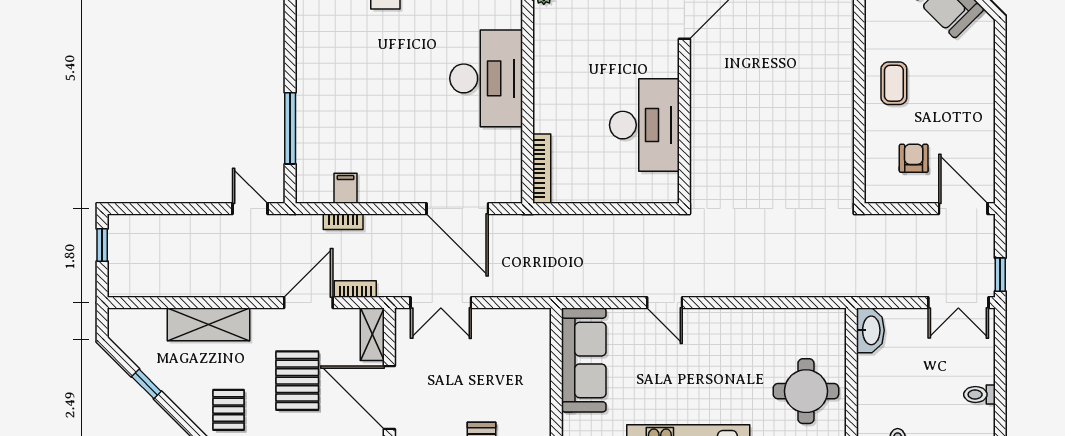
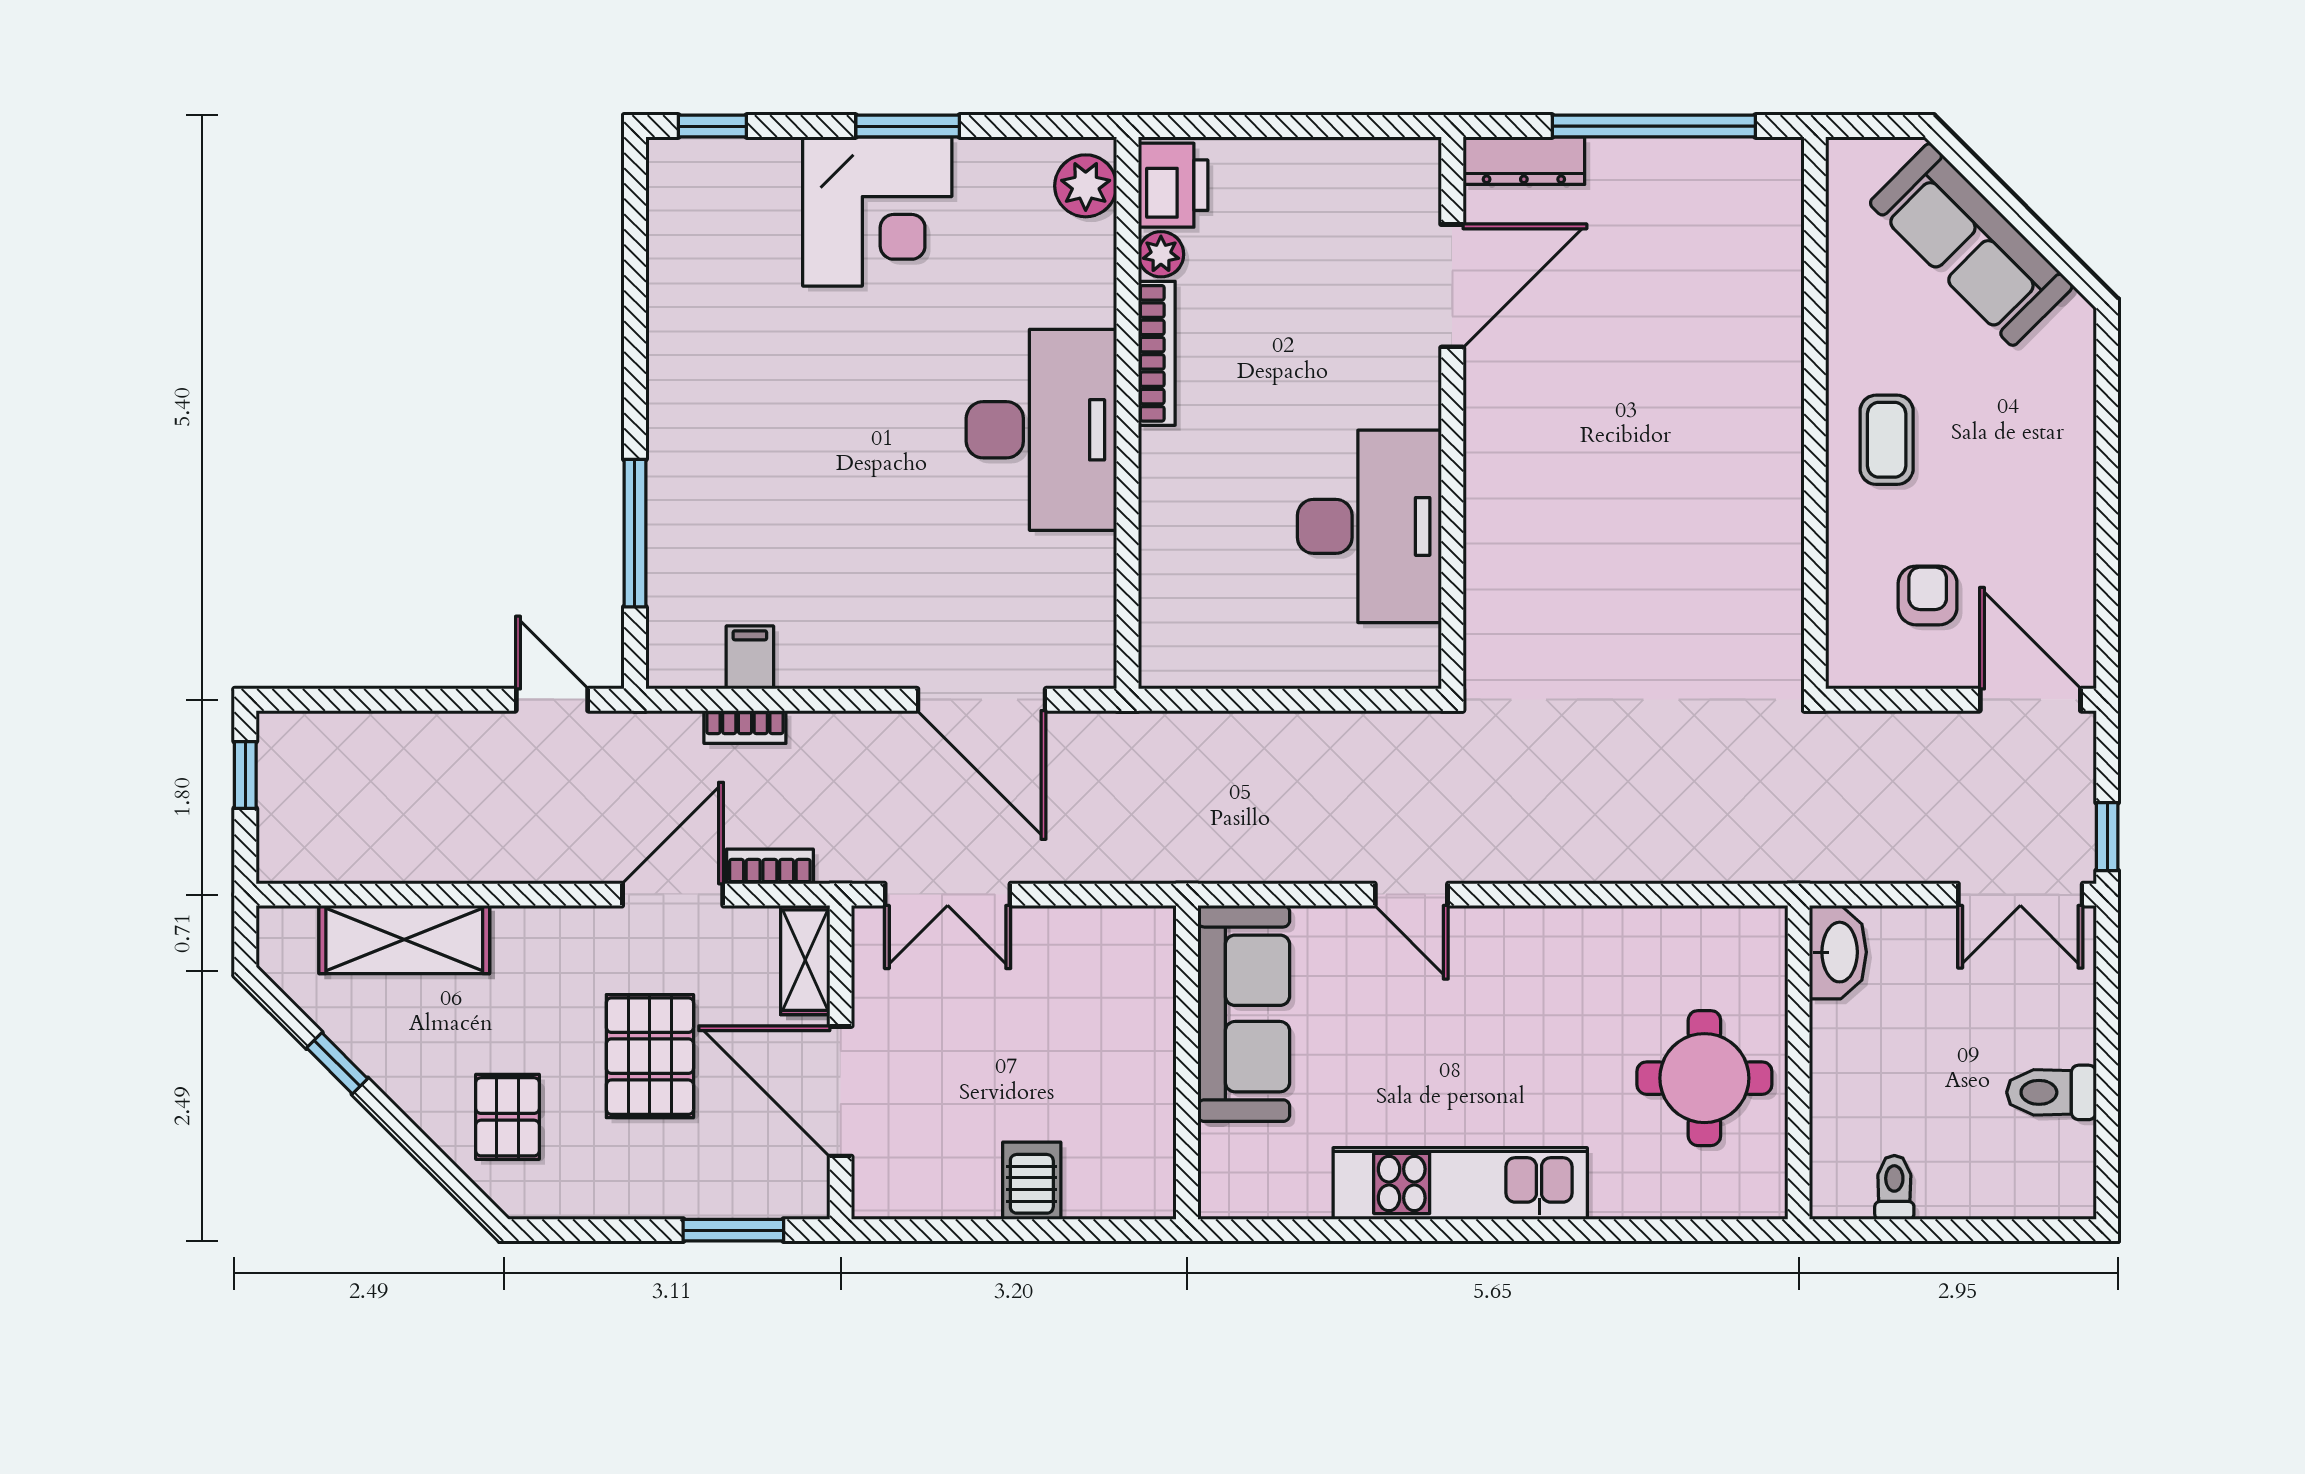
bookcase: (542, 169) -> (1157, 353), moved
shelving: (208, 324) -> (404, 940), moved
toilet: (979, 394) -> (2051, 1092), width x1.37, depth x1.39

